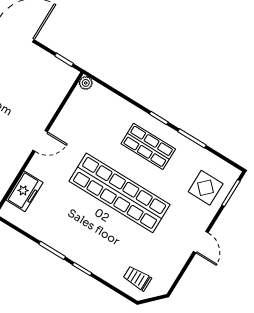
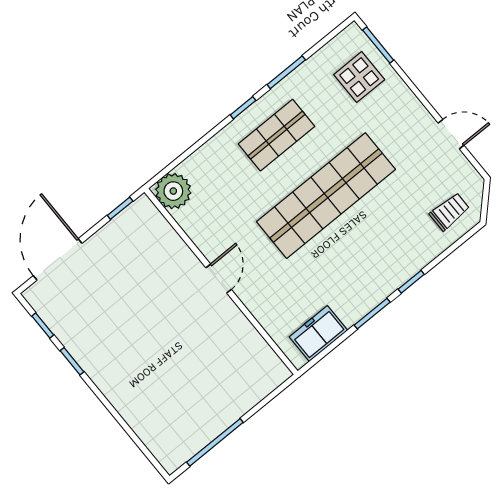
plant: (86, 83) -> (173, 191), width x1.88, depth x1.88
freezer: (24, 191) -> (318, 334), moved, turned -90
door: (201, 242) -> (451, 134), moved
trolley: (137, 278) -> (450, 212), turned 180

